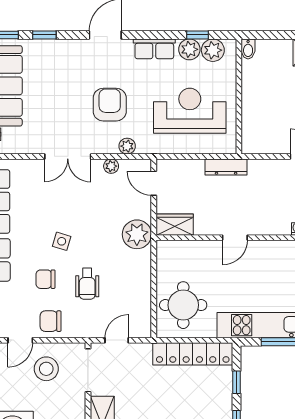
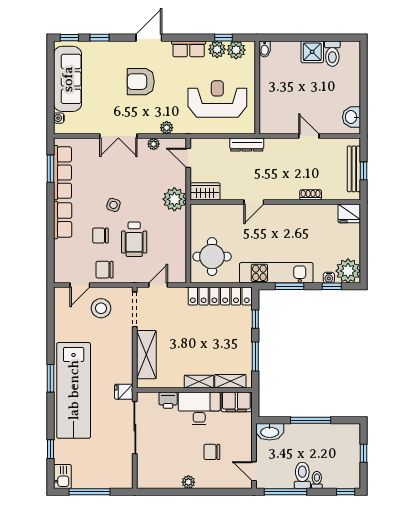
armchair: (110, 105) -> (141, 82), moved, turned -90
wheelchair: (87, 284) -> (134, 239), width x1.36, depth x1.37

